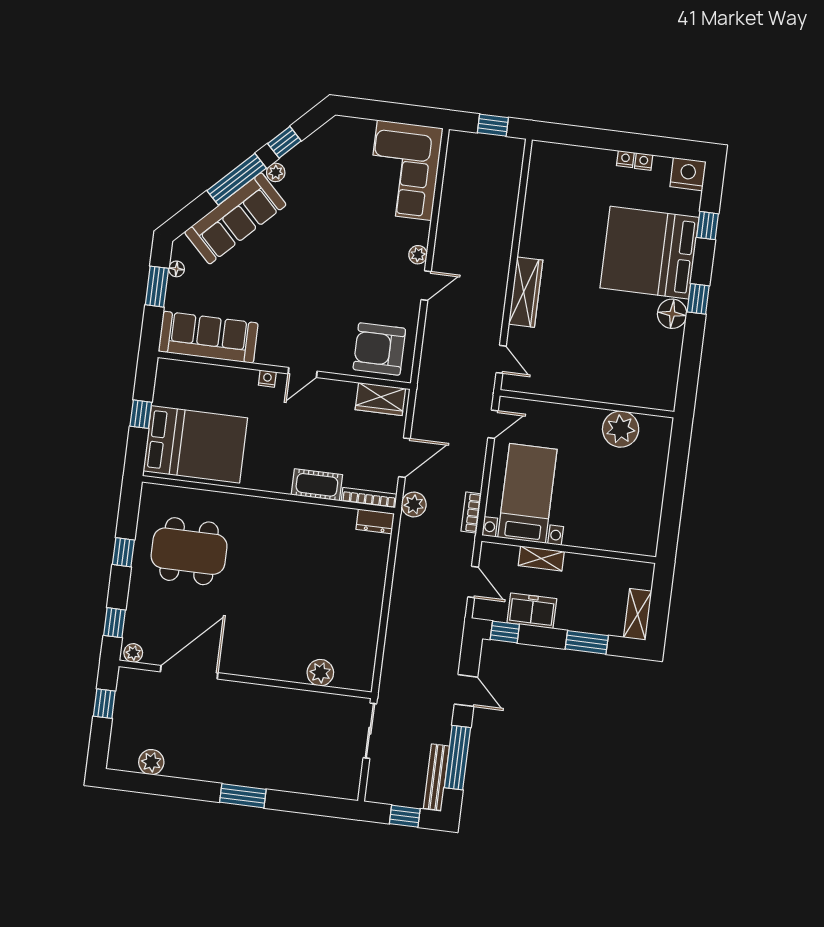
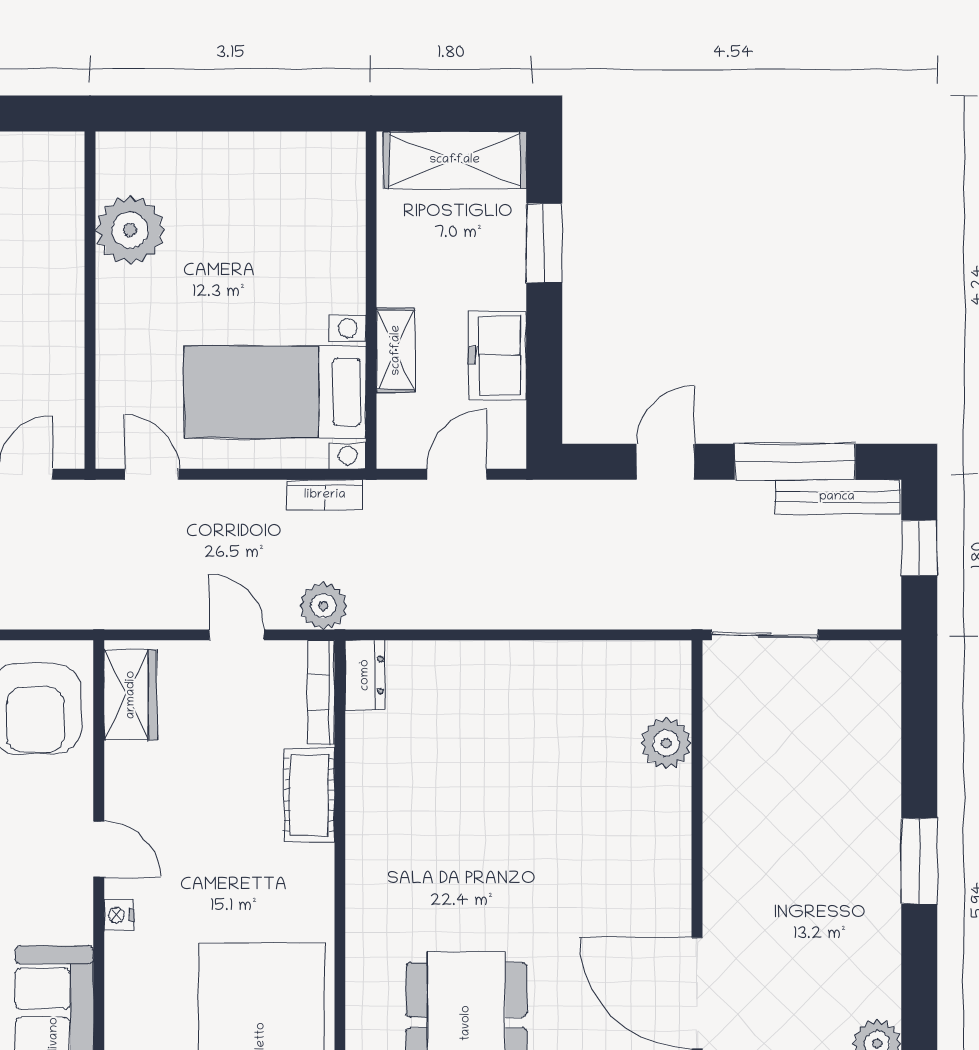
door: (404, 458) -> (237, 635), width x0.73
shelving: (638, 614) -> (455, 160), width x1.50, depth x1.33
window: (505, 632) -> (544, 402), removed

